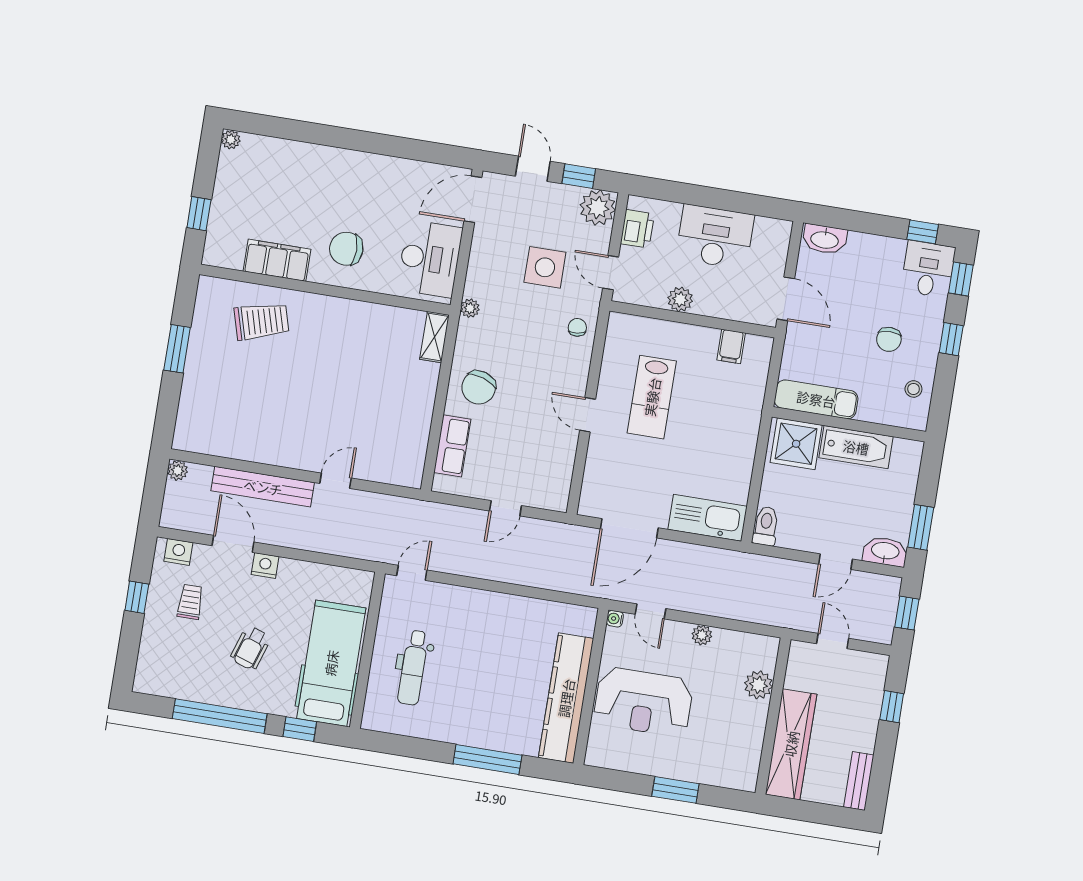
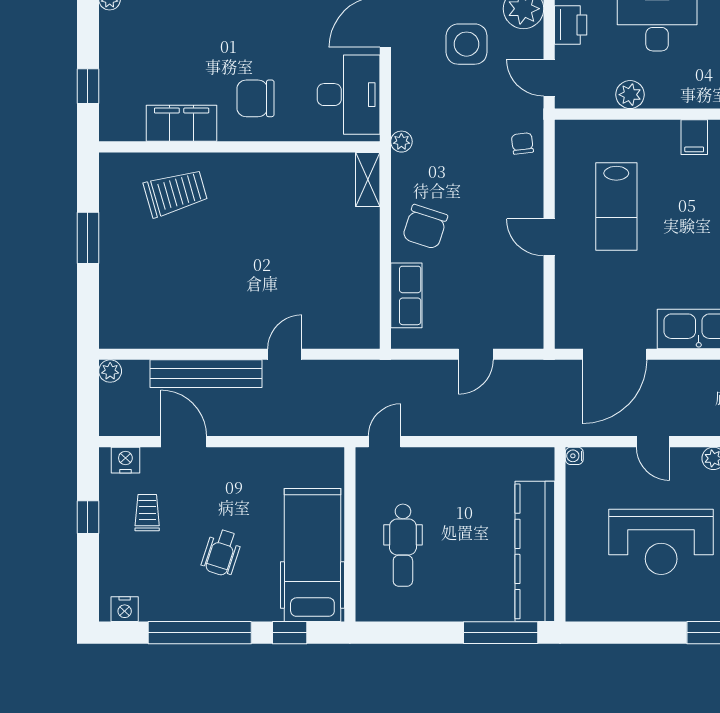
side table: (545, 267) -> (467, 44), moved
nightstand: (265, 565) -> (125, 609), moved, turned 180
water cooler: (615, 619) -> (574, 456), moved
wall: (591, 687) -> (560, 534), moved
kitchen counter: (566, 698) -> (535, 551), moved

